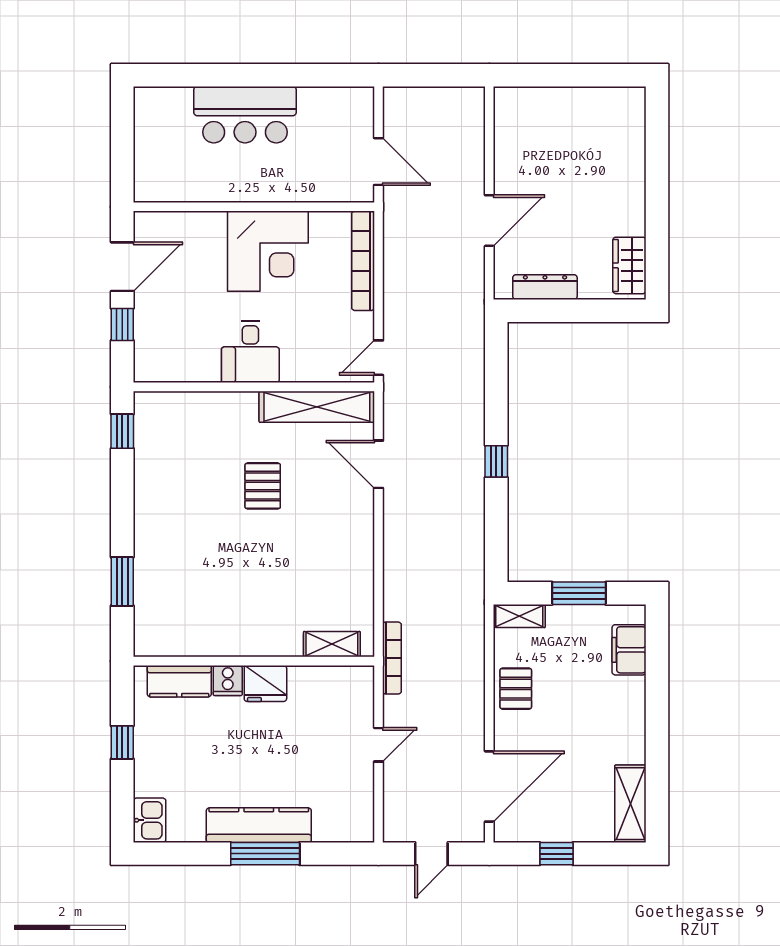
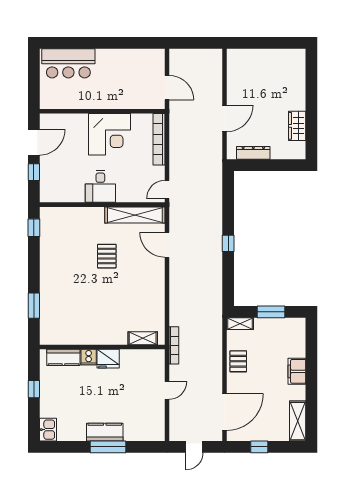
bar counter: (245, 115) -> (68, 63), moved
wardrobe: (629, 265) -> (297, 126), moved
filing cabinet: (629, 650) -> (297, 371), moved
kitchen counter: (259, 825) -> (105, 432), width x0.67

